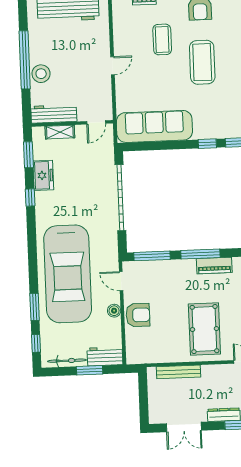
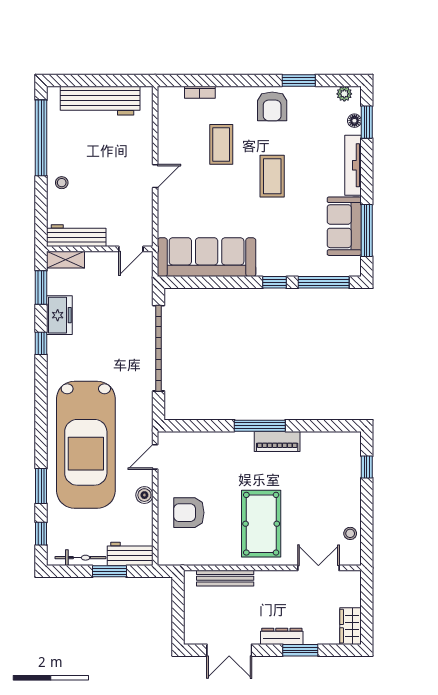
window: (25, 60) -> (41, 138), moved
coffee table: (202, 62) -> (272, 176), width x0.73, depth x0.76
stool: (41, 74) -> (62, 183), width x0.53, depth x0.53
shelving: (60, 132) -> (65, 260), moved
window: (152, 256) -> (197, 426), removed
door: (121, 281) -> (155, 457), hinge flipped
armchair: (138, 315) -> (189, 513), moved, turned 180

